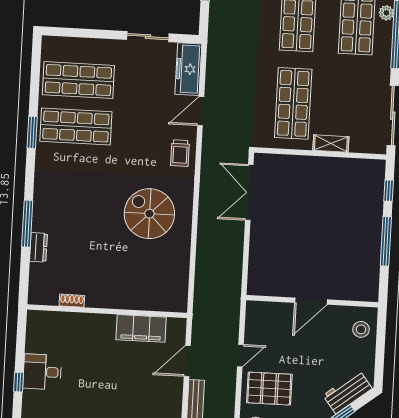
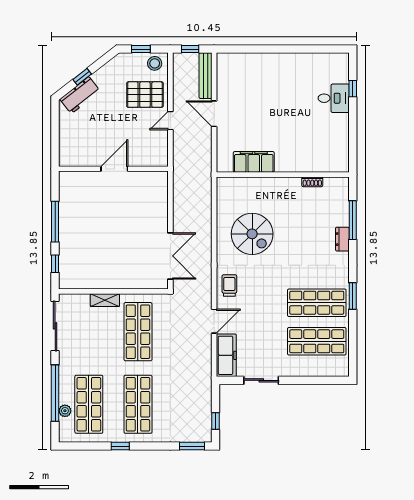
dresser: (38, 247) -> (342, 239), moved
shoe rack: (72, 301) -> (312, 182), moved
wall: (107, 311) -> (283, 175), moved
filing cabinet: (141, 328) -> (254, 162), moved
stool: (361, 329) -> (72, 148), removed
door: (187, 361) -> (214, 114), swing flipped

